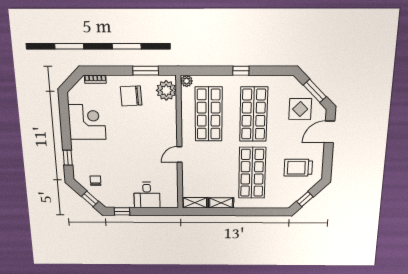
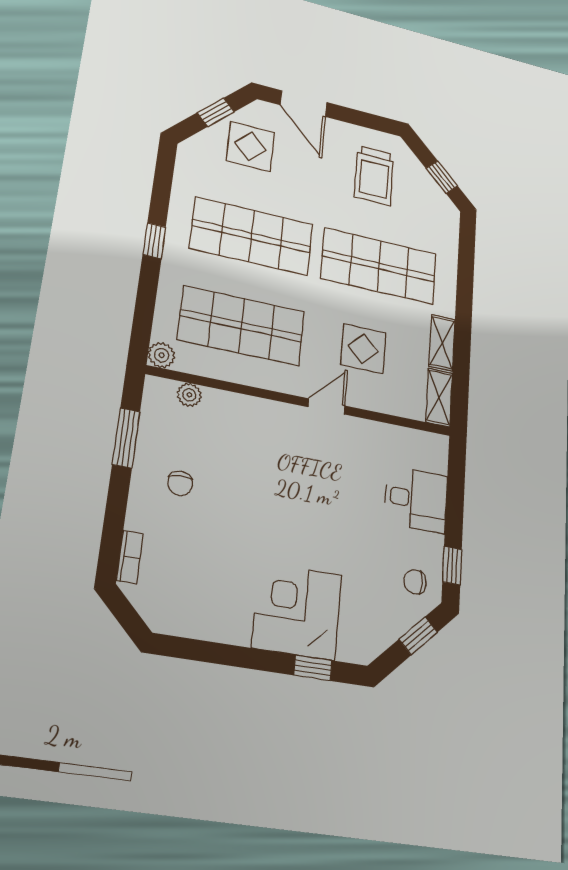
plant: (166, 90) -> (189, 395), width x0.53, depth x0.53
window: (315, 91) -> (216, 112), width x0.67
chair: (131, 96) -> (180, 483), width x0.54, depth x0.54
corner desk: (87, 122) -> (297, 611), moved
door: (180, 154) -> (327, 406), swing flipped
display table: (210, 168) -> (363, 349), added
chair: (96, 181) -> (415, 582), moved

